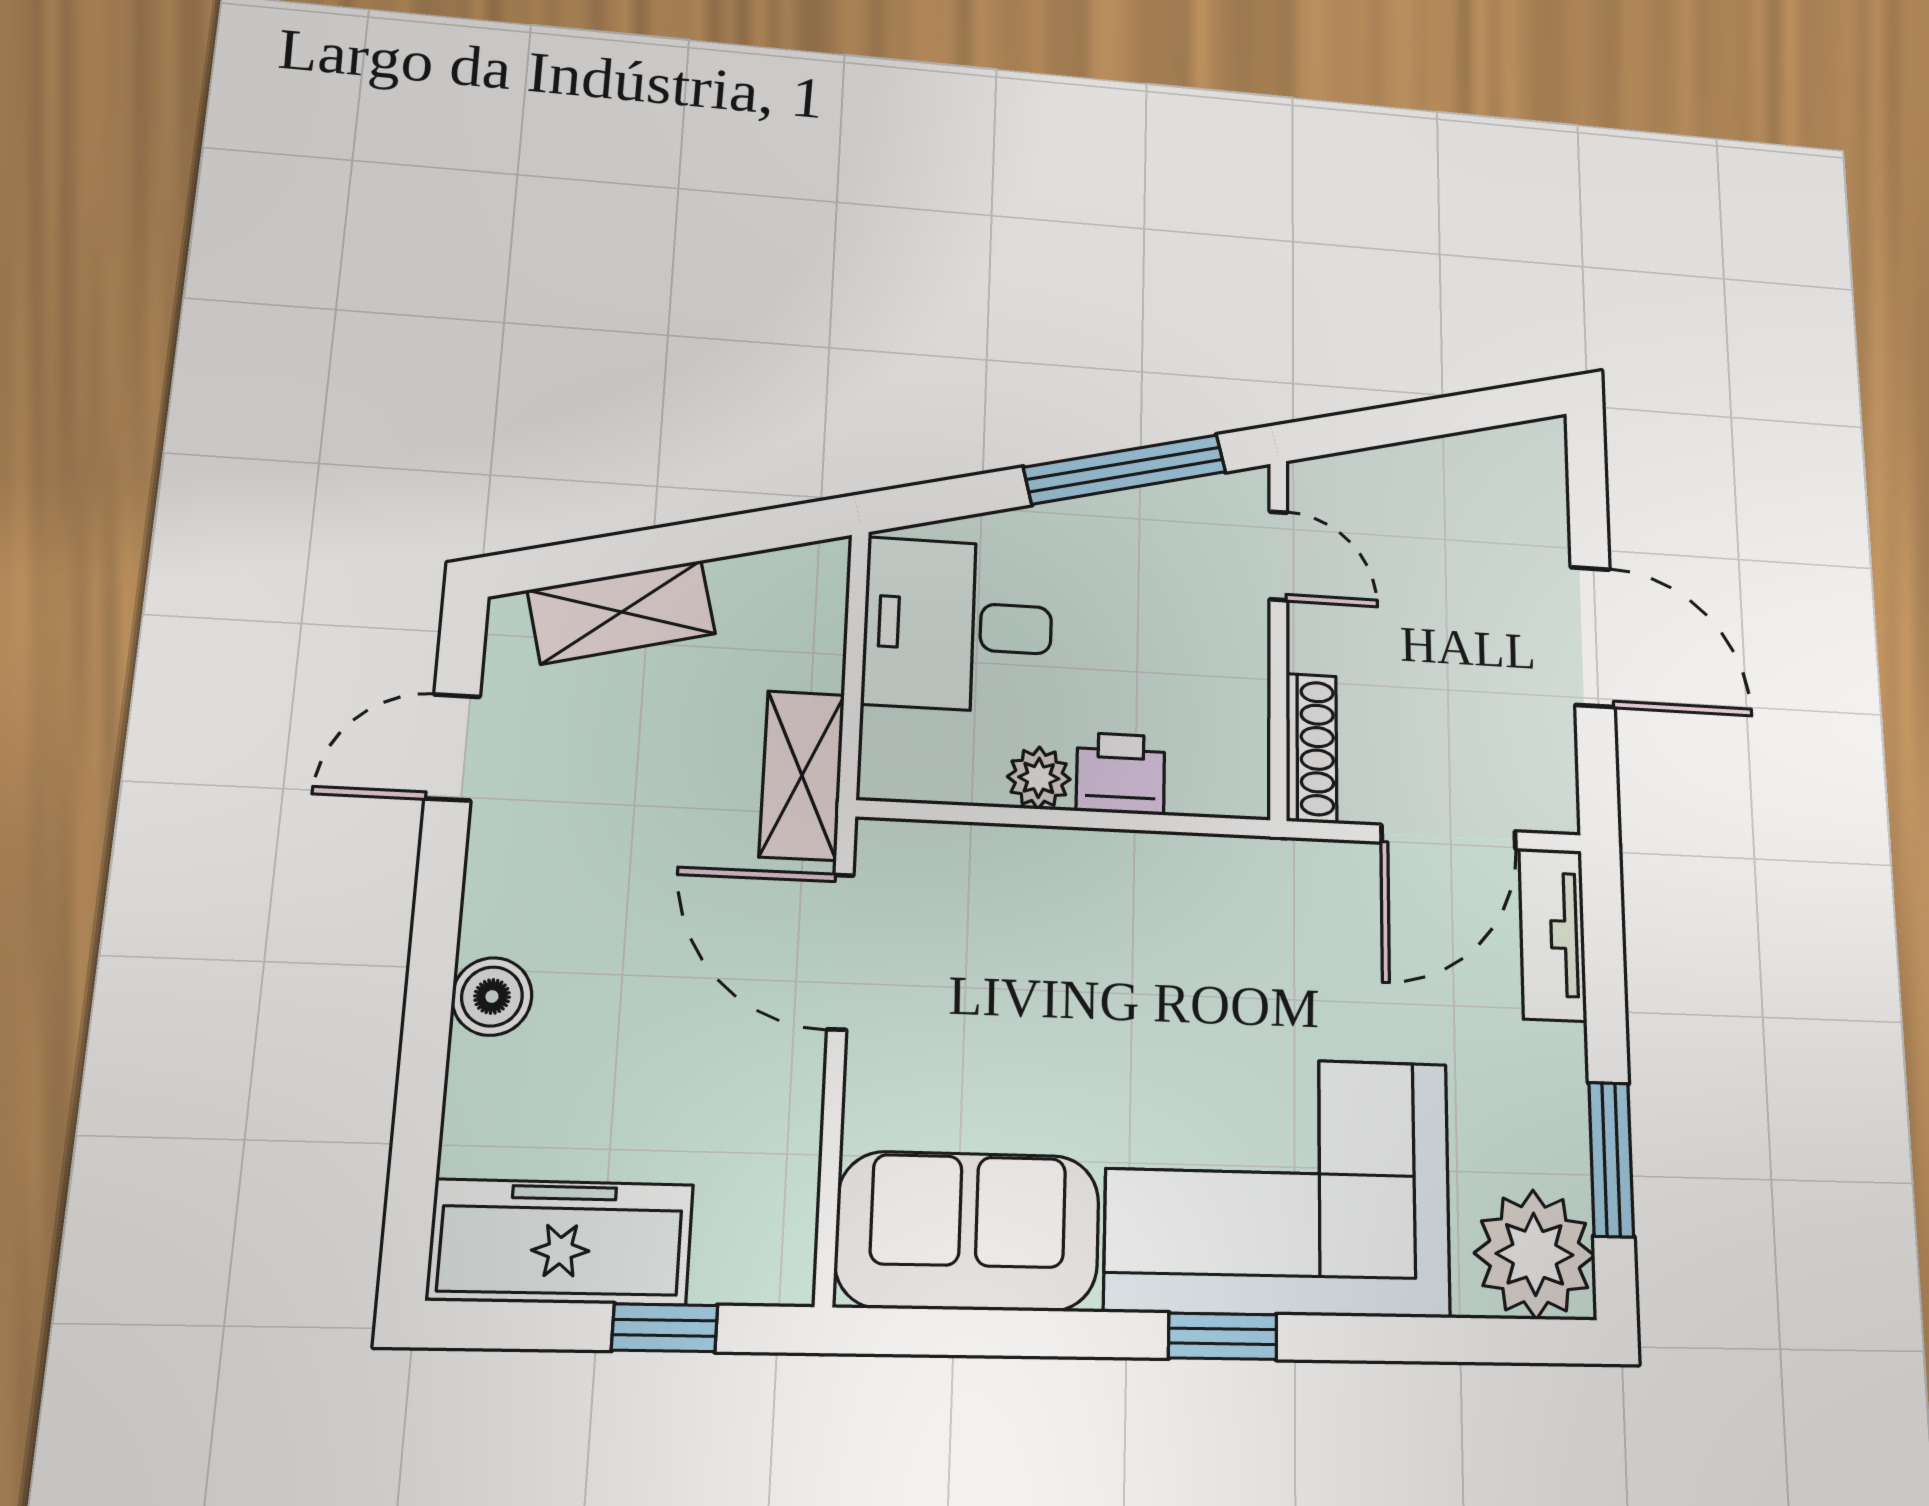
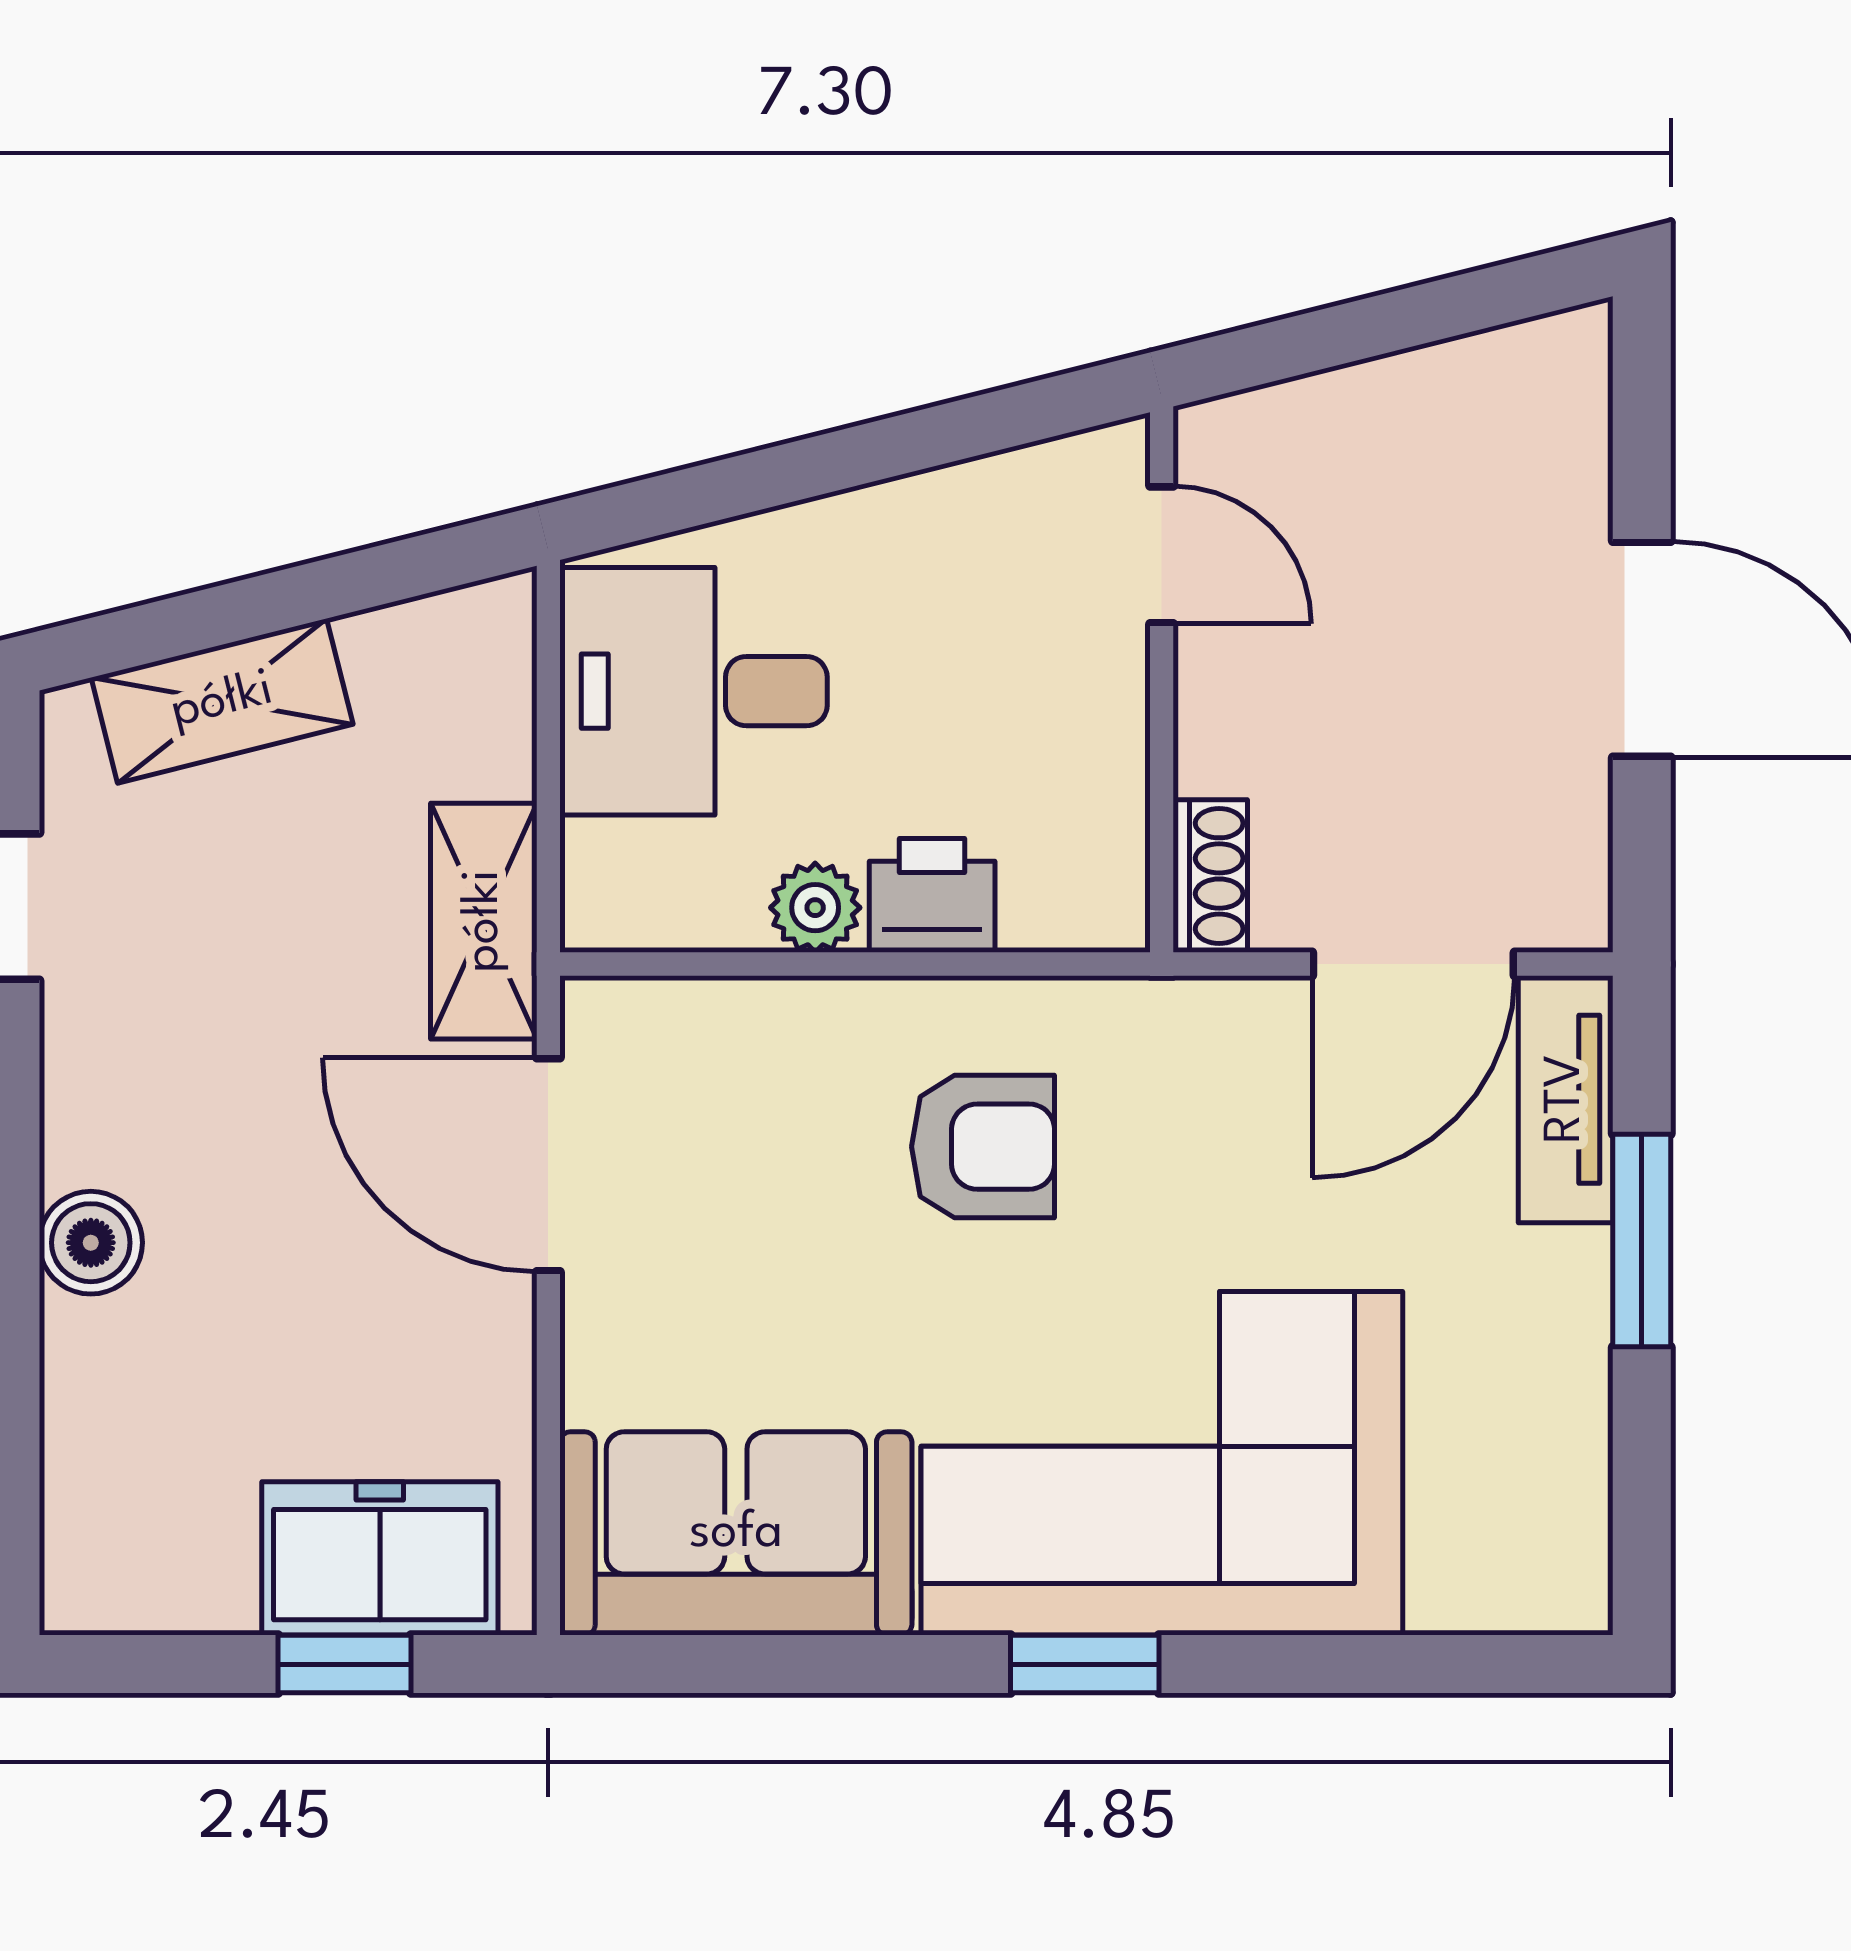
window: (1125, 469) -> (931, 437), removed
shoe rack: (1311, 748) -> (1210, 876), width x0.70
armchair: (1154, 951) -> (983, 1147), added
window: (1611, 1159) -> (1642, 1240), moved
freezer: (561, 1242) -> (380, 1558), moved, width x0.71
plant: (1535, 1254) -> (1526, 1548), removed

